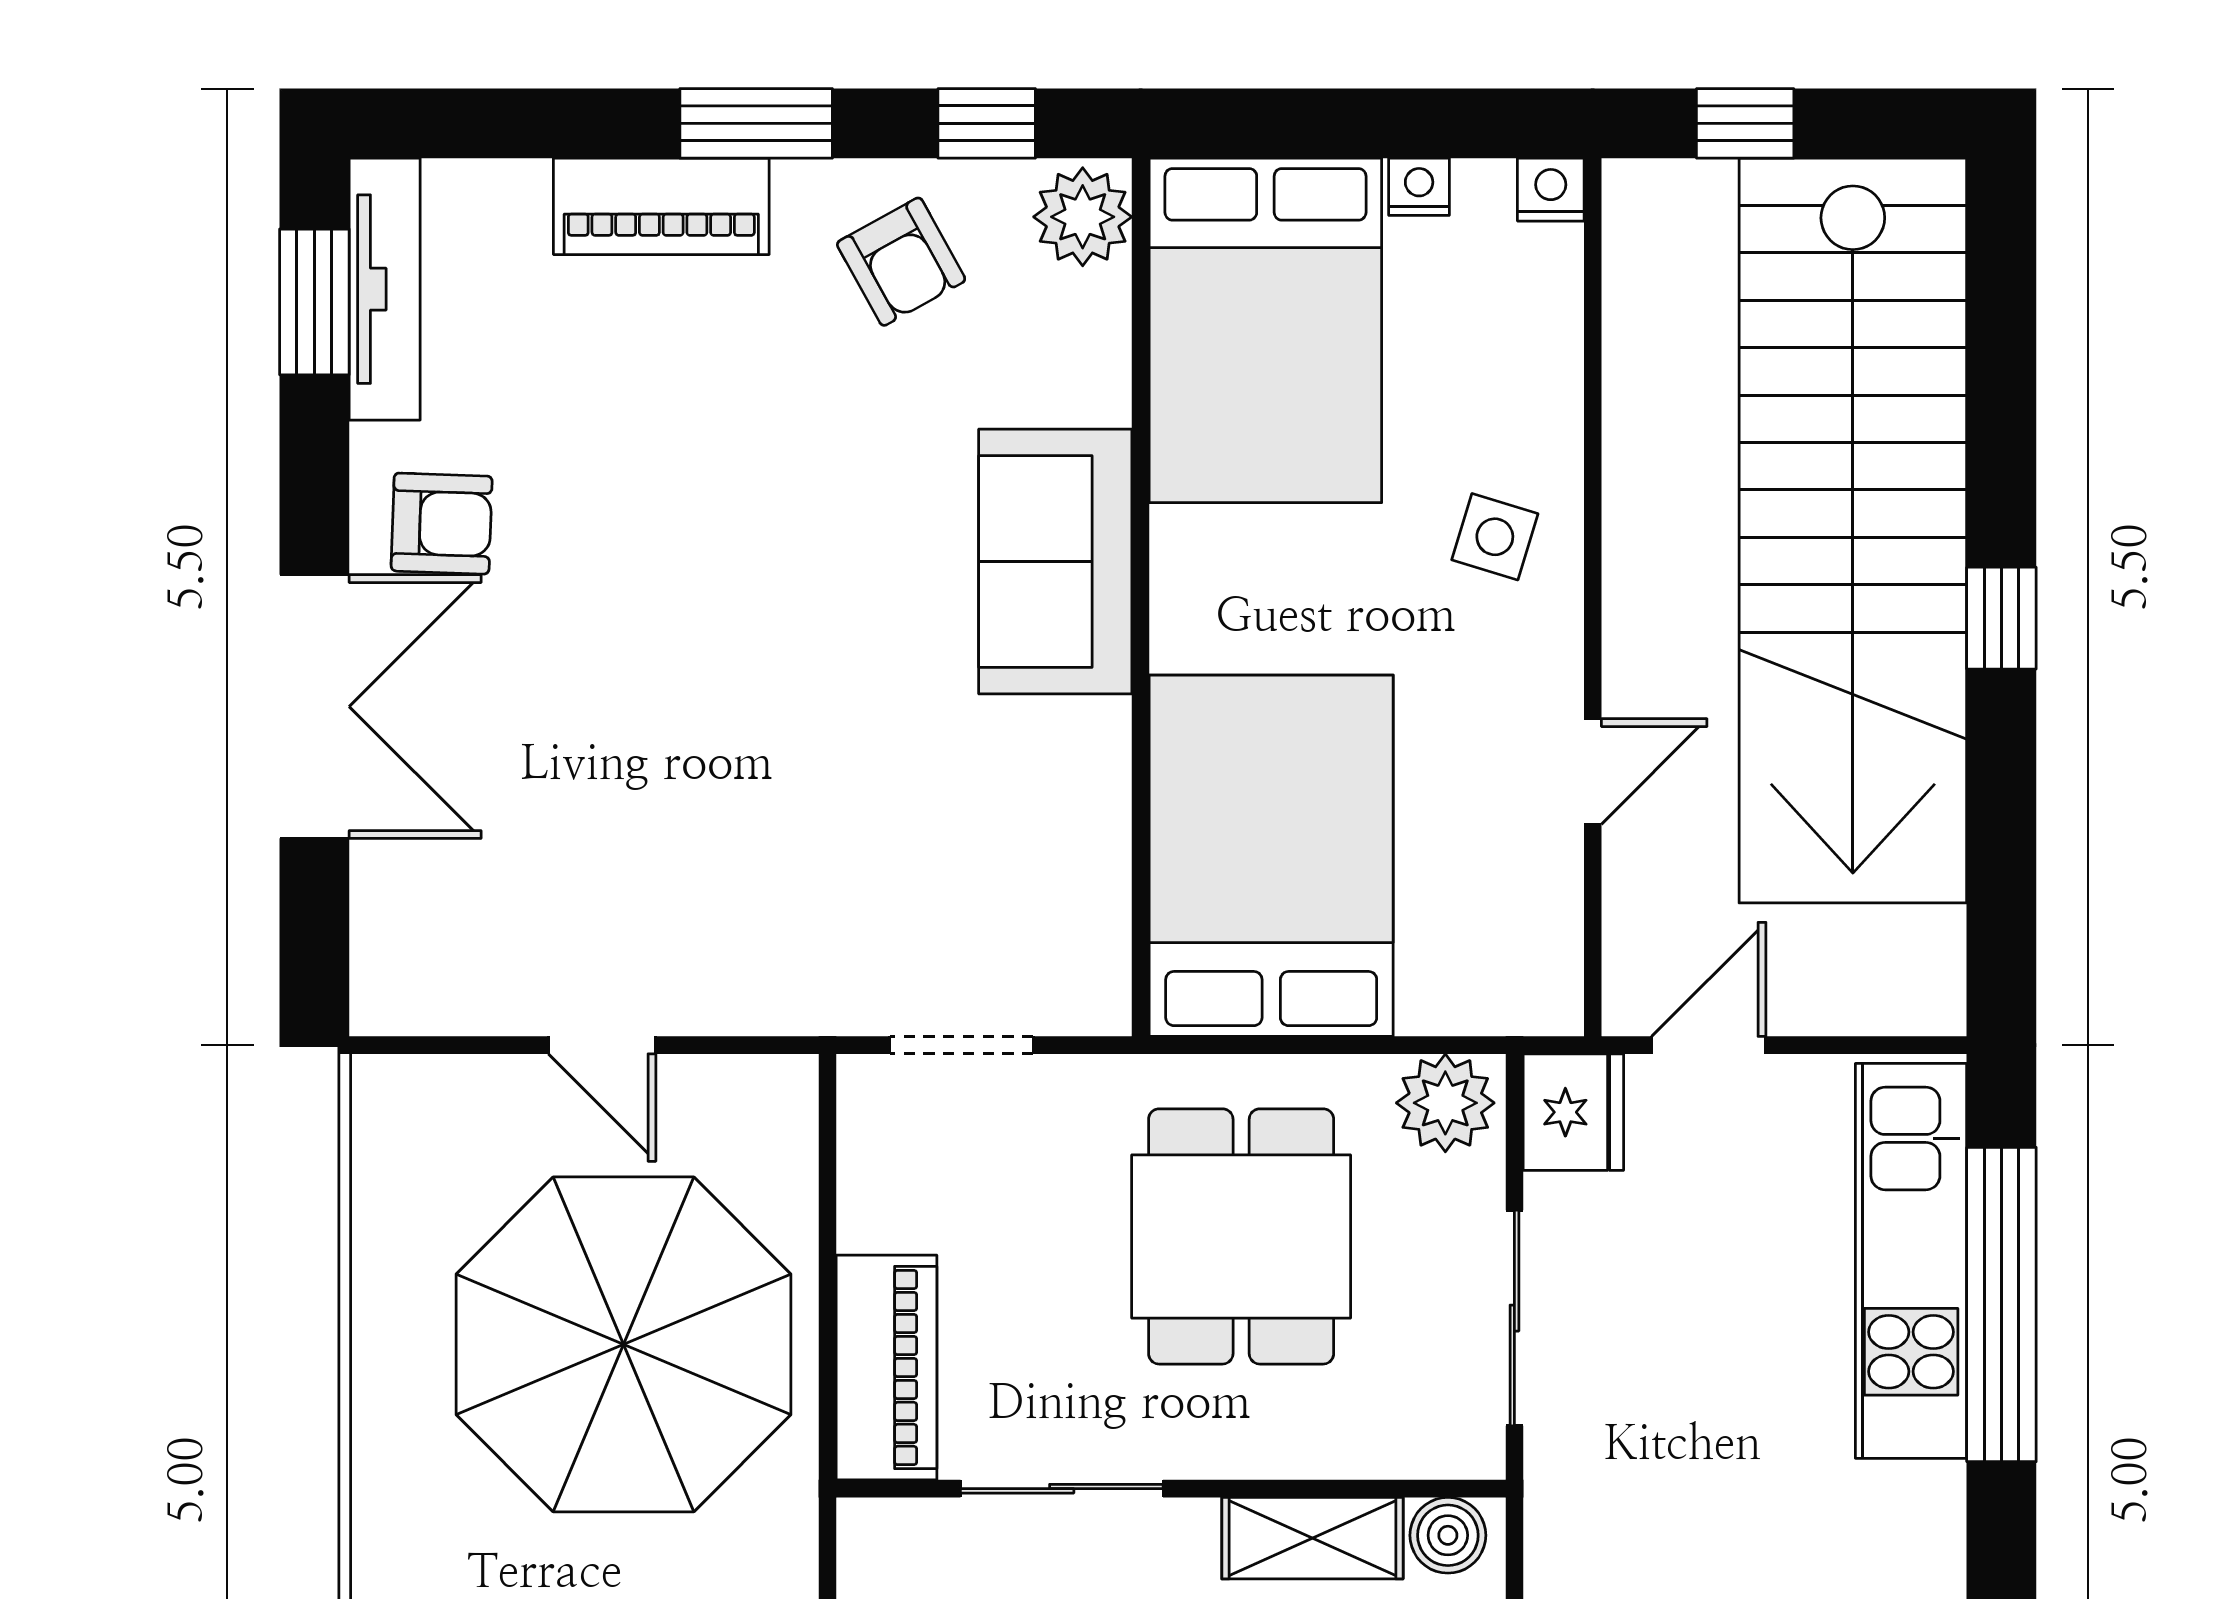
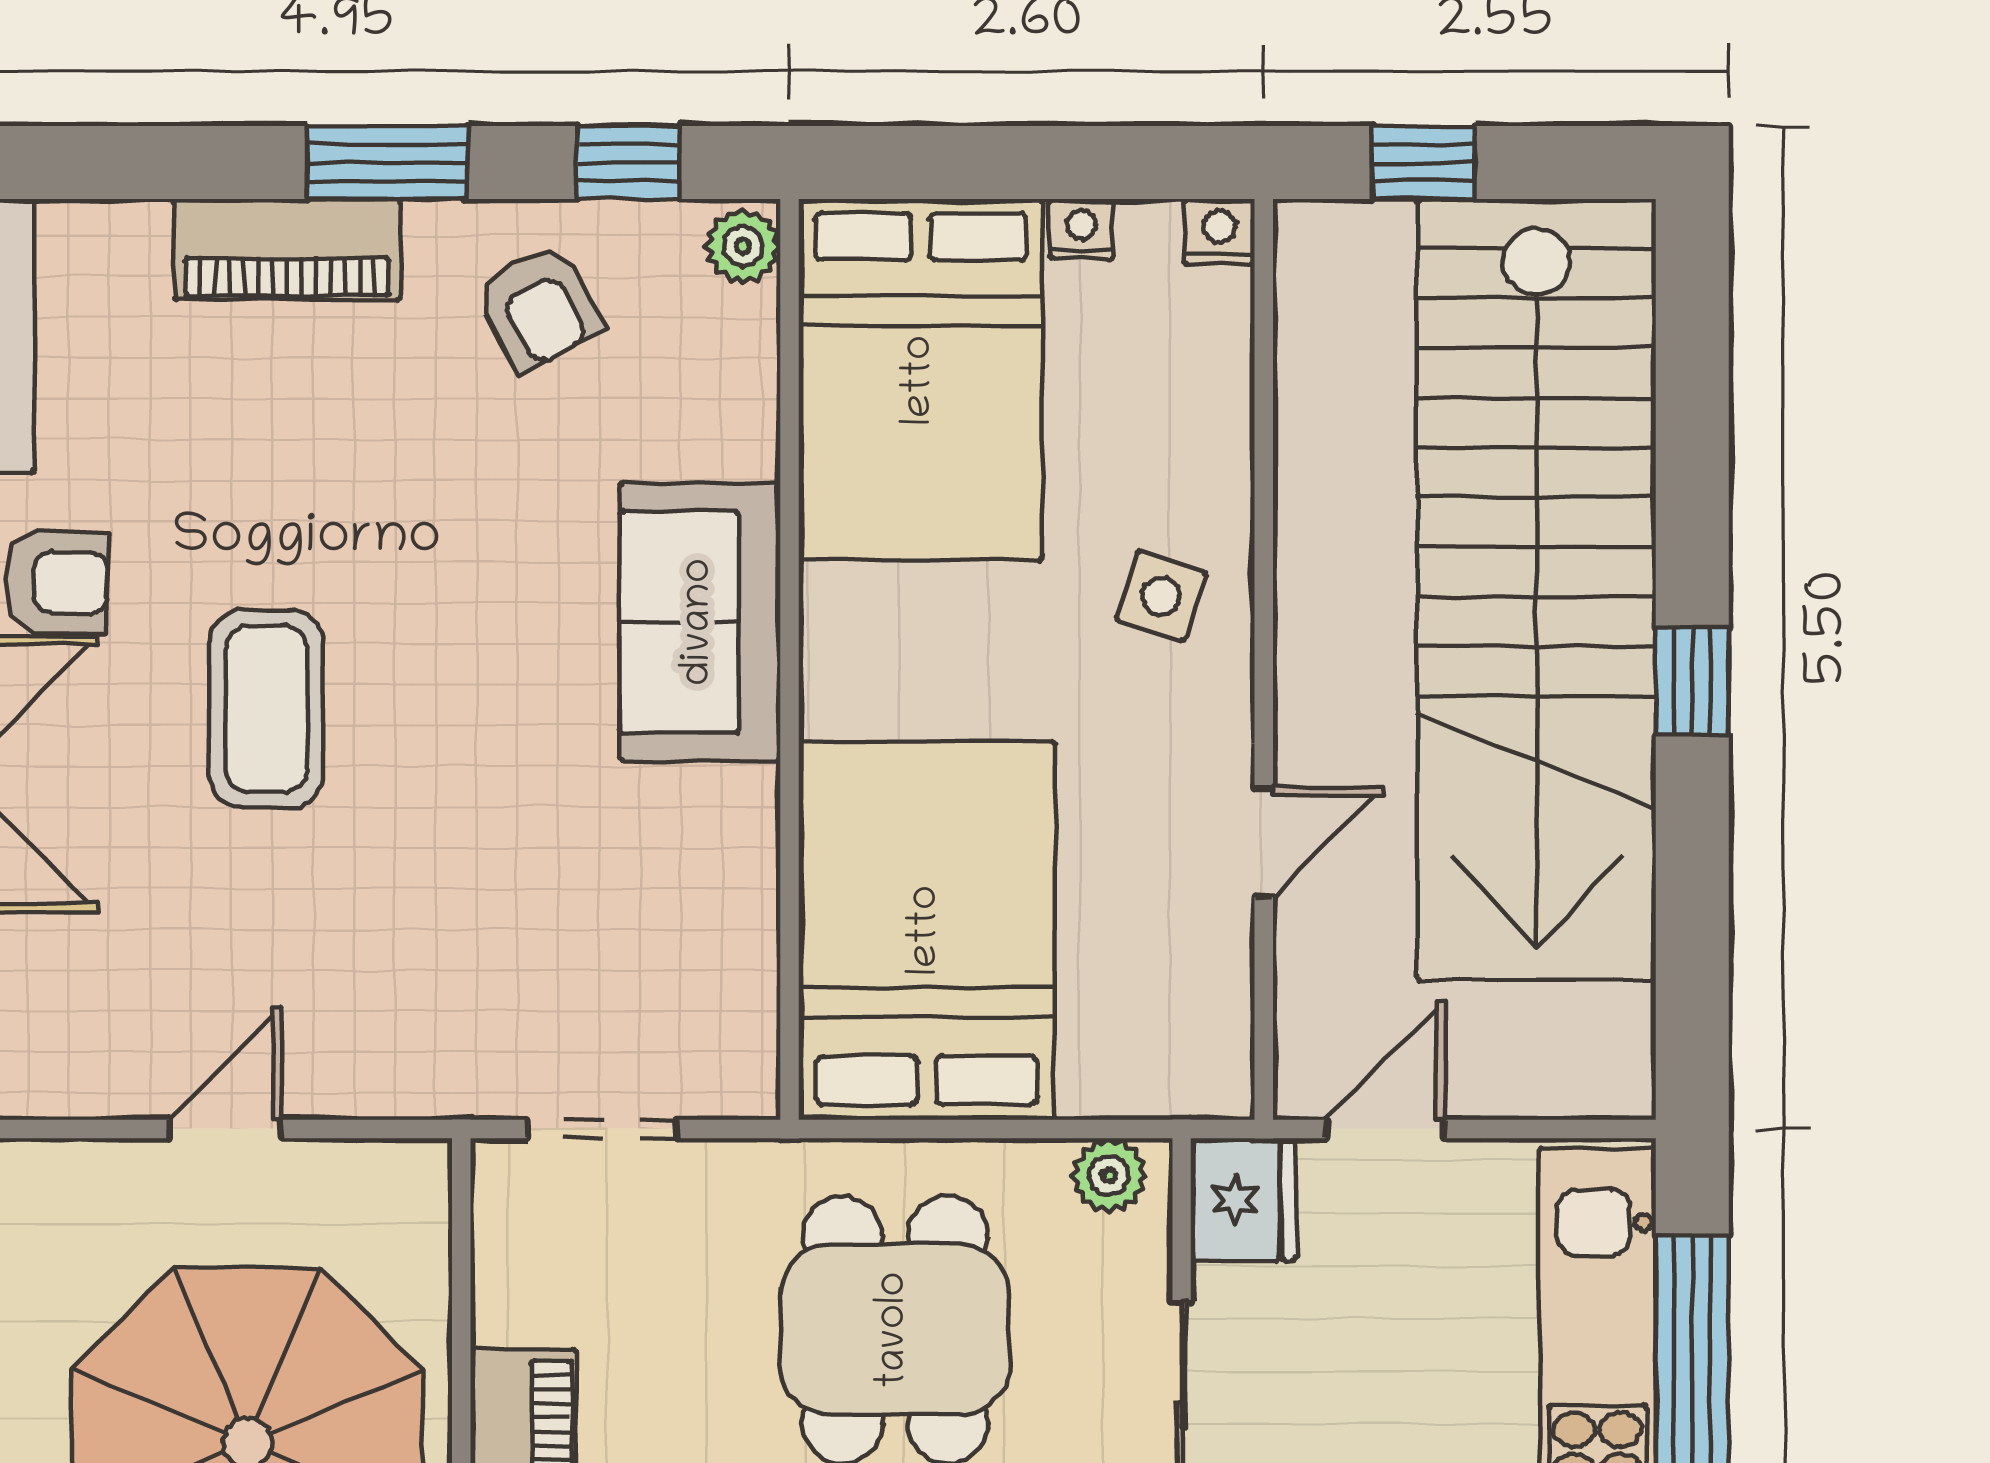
plant: (1083, 217) -> (743, 246), width x0.73, depth x0.73
coffee table: (641, 645) -> (266, 709), added
door: (602, 1045) -> (225, 1129), swing flipped
plant: (1445, 1103) -> (1109, 1175), width x0.73, depth x0.73

